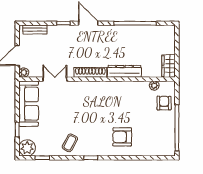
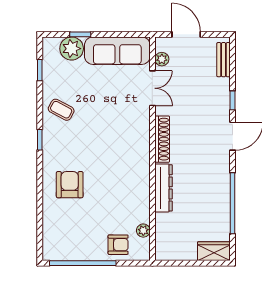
wardrobe: (169, 66) -> (214, 251), moved
plant: (24, 73) -> (162, 59), moved
plant: (27, 148) -> (72, 49), moved

